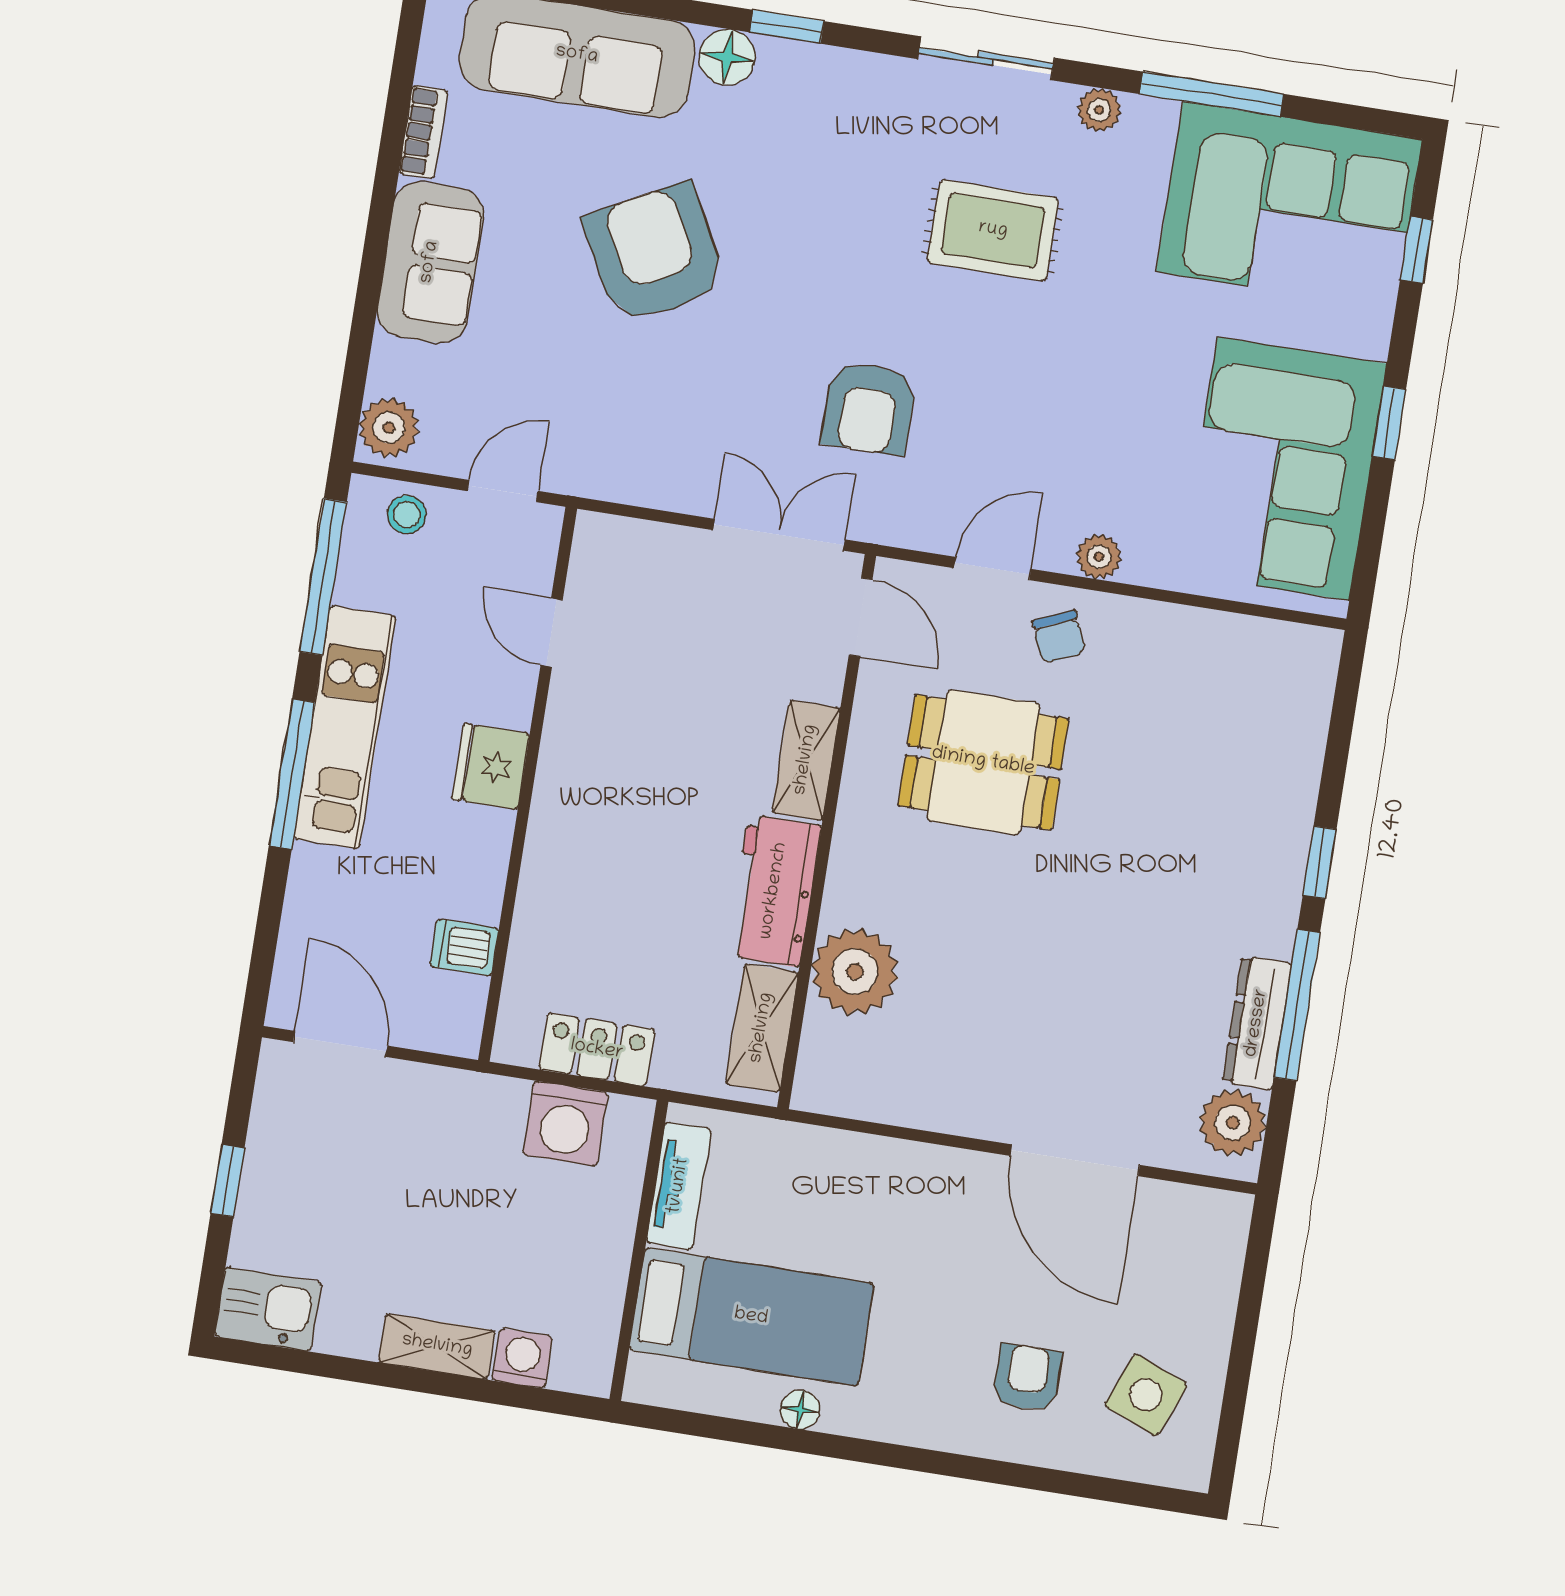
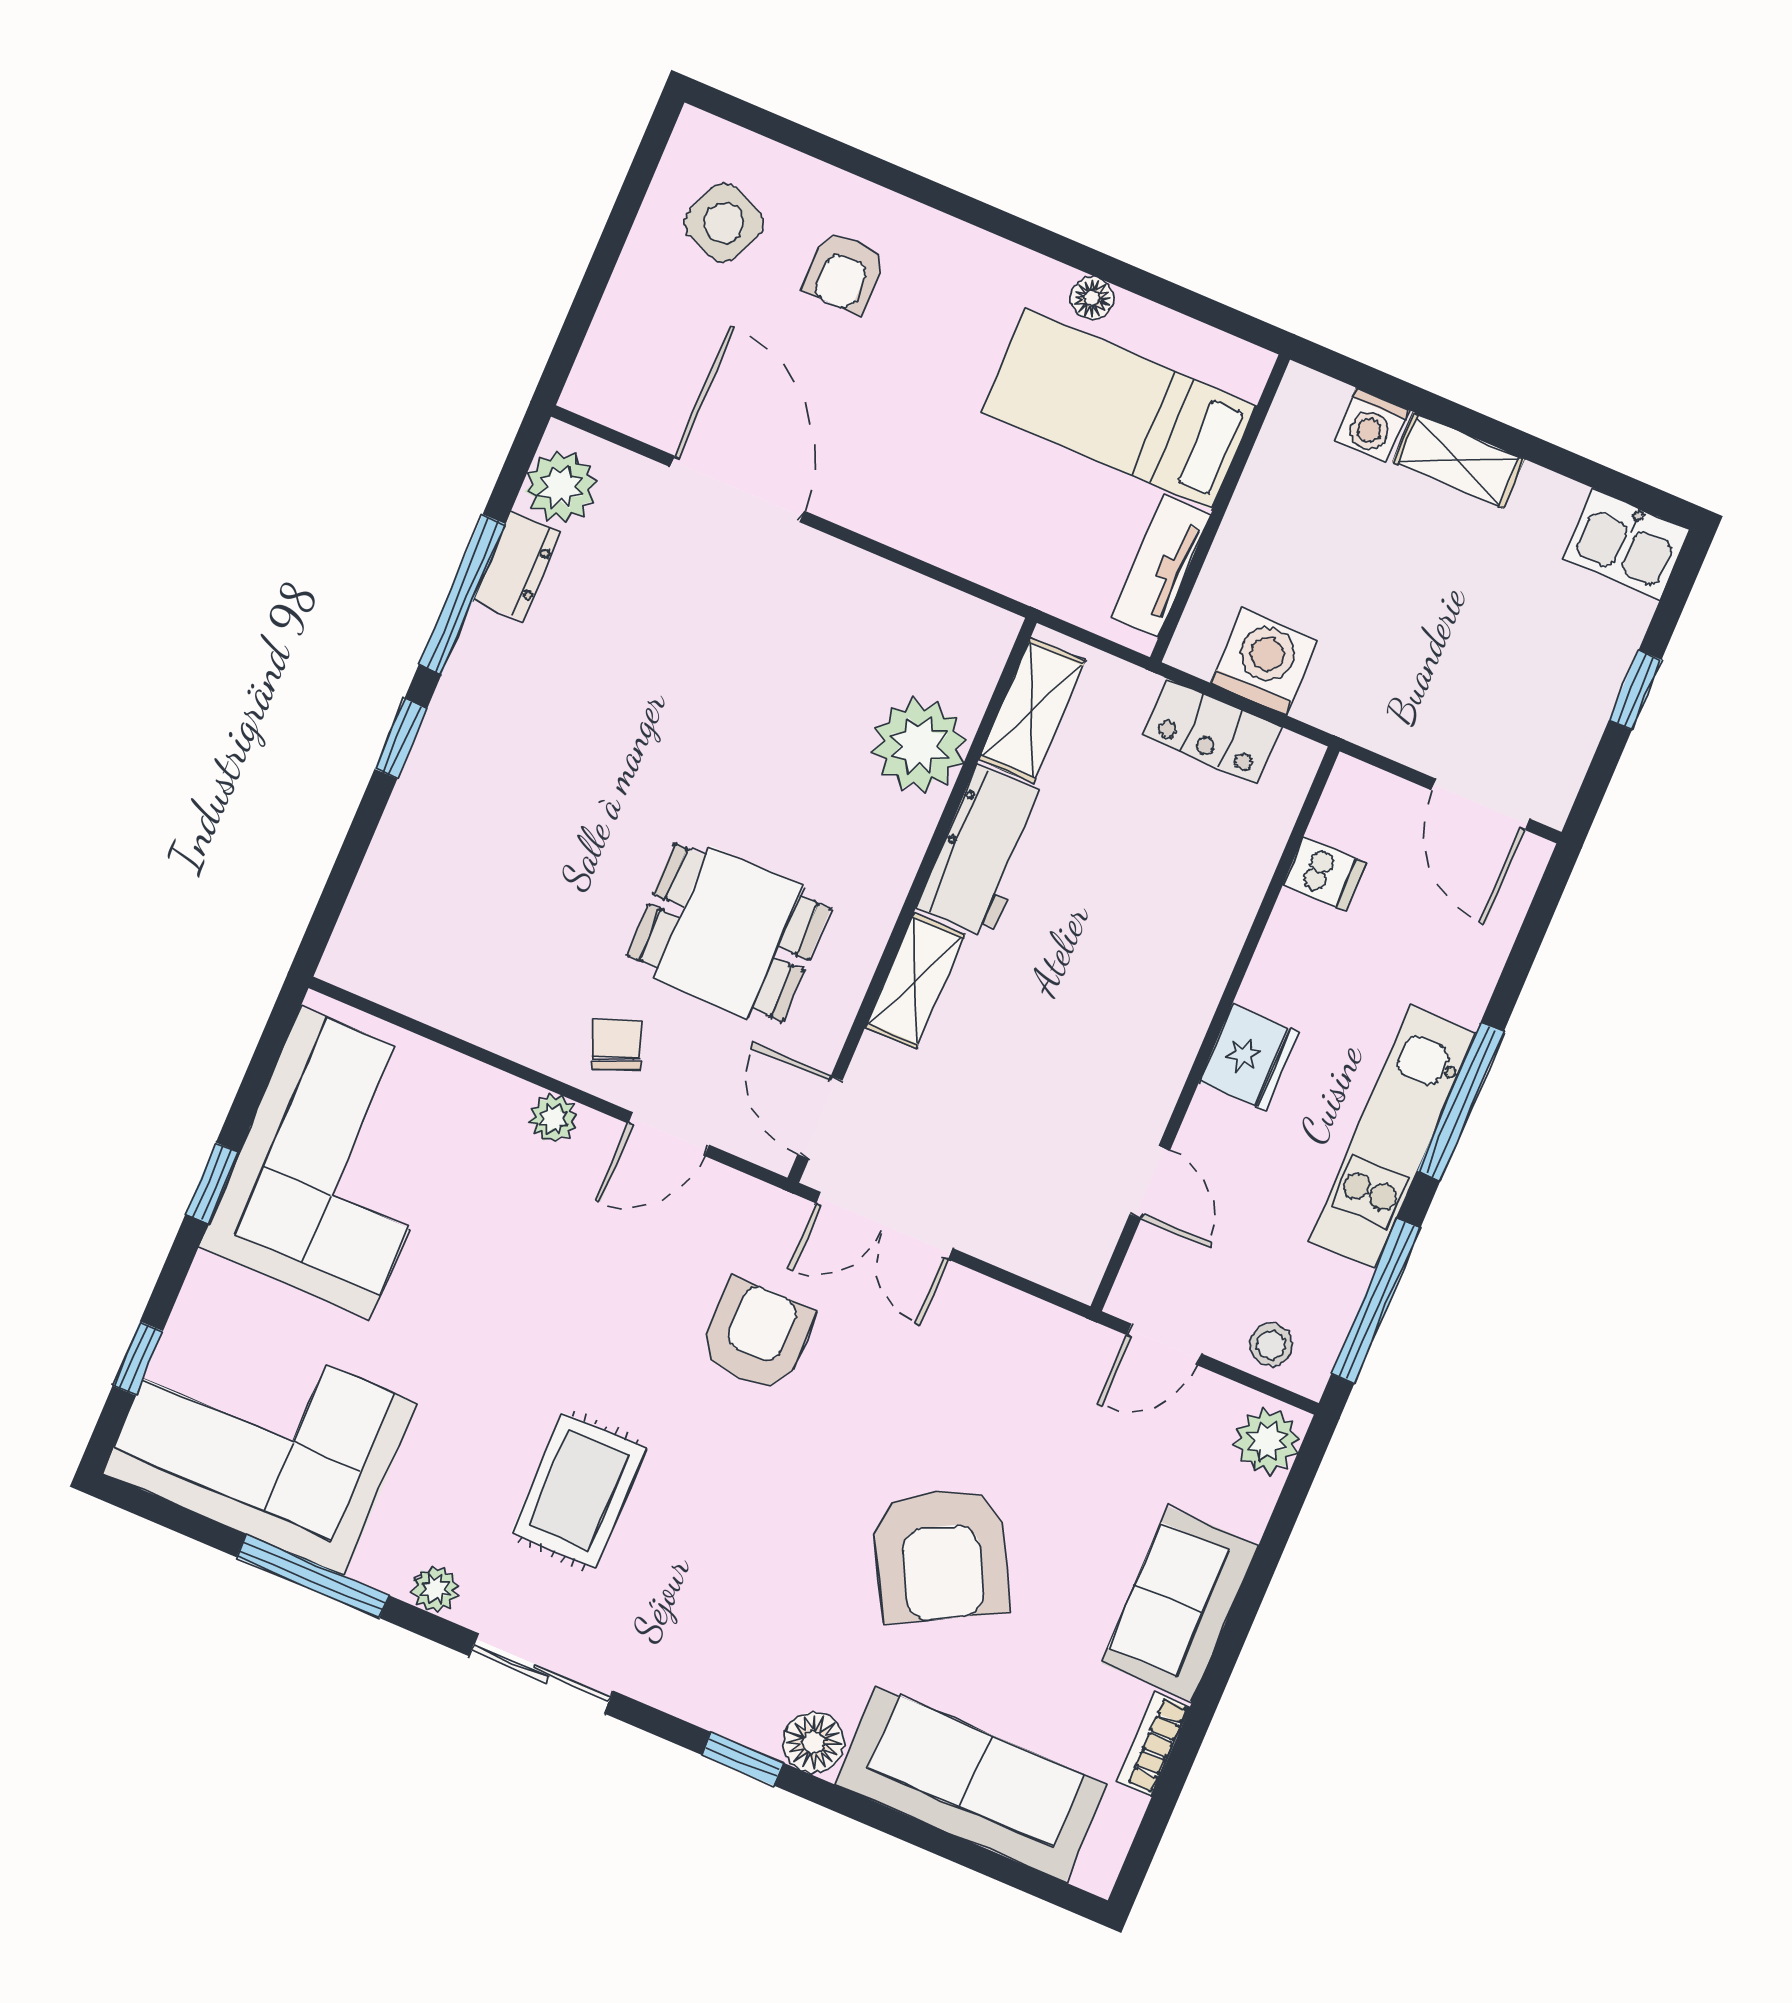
rug: (993, 230) -> (579, 1490), turned 90
dresser: (1257, 1023) -> (517, 566), width x0.70

